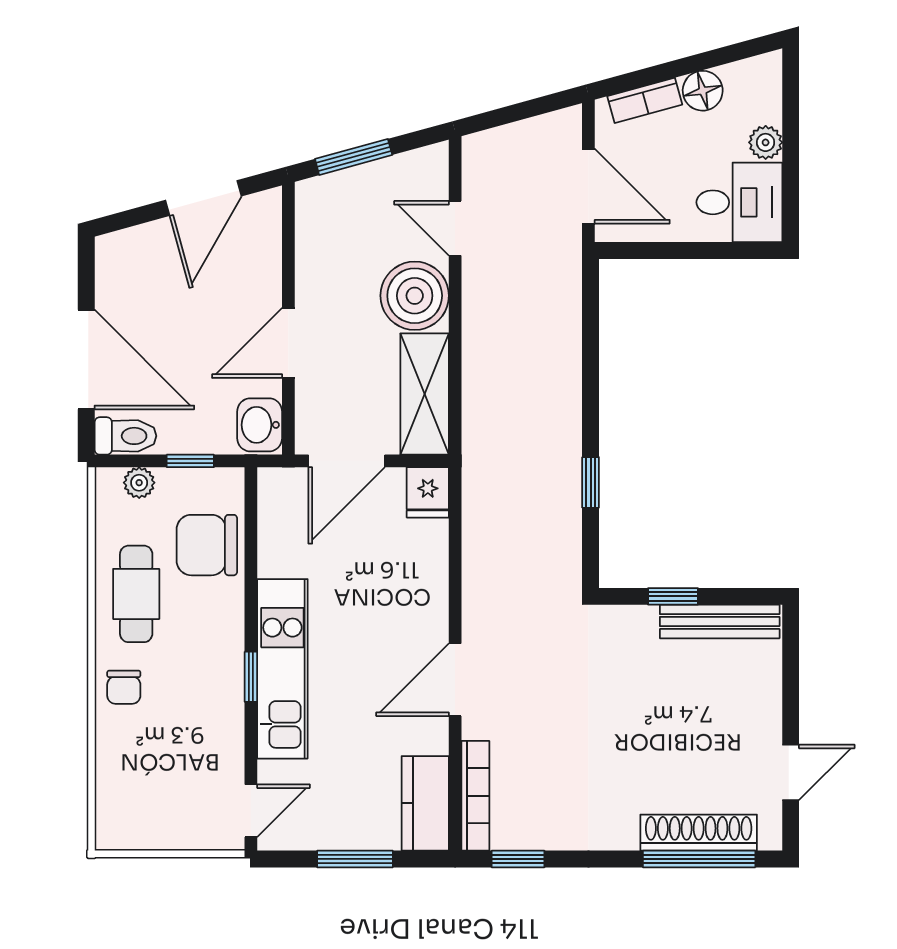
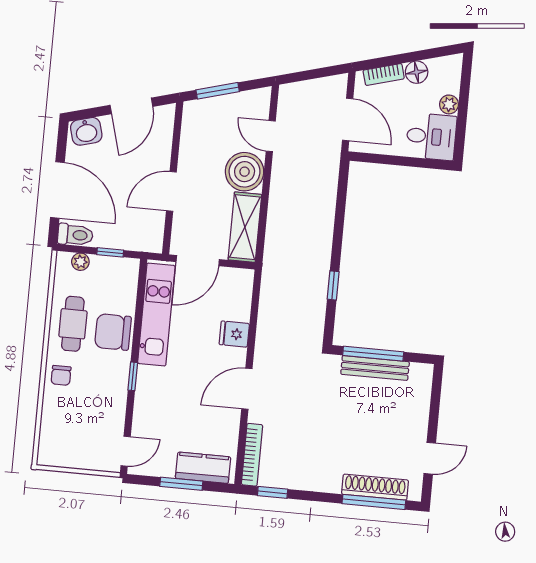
washbasin: (260, 425) -> (86, 131), moved, turned -105
fridge: (428, 492) -> (234, 334), moved, turned 90
chair: (207, 545) -> (113, 332), moved
window: (673, 596) -> (373, 354), width x2.17
bench: (720, 622) -> (375, 368), moved
kitchen unit: (282, 669) -> (156, 314), moved
kitchen counter: (425, 803) -> (203, 468), moved, turned 90

